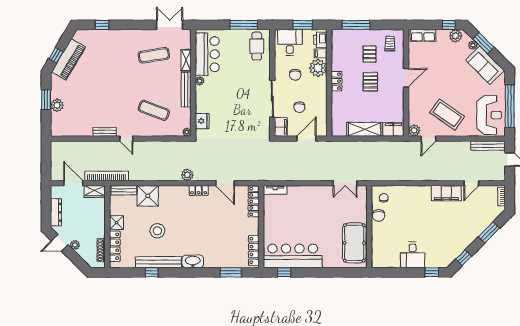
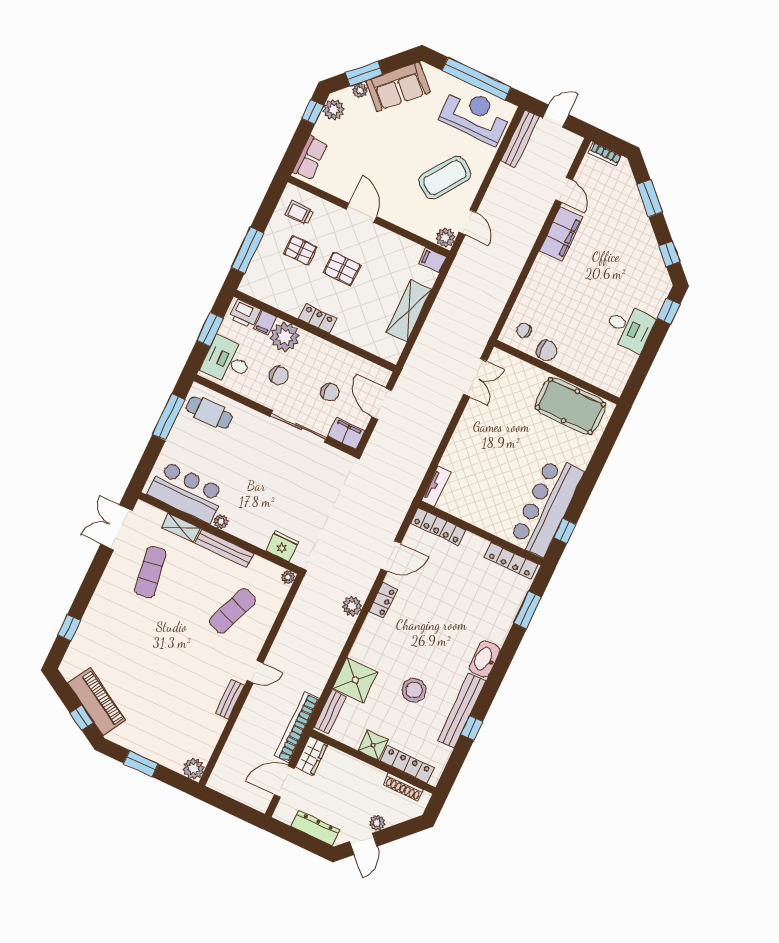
plant: (57, 105) -> (193, 768), moved
filing cabinet: (393, 129) -> (433, 260), width x0.50

